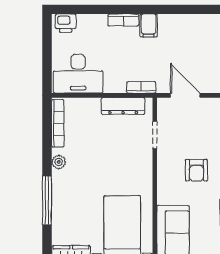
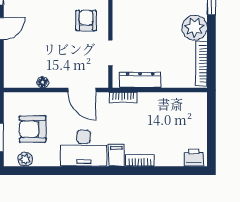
desk: (78, 74) -> (84, 148), moved, turned 180
plant: (59, 162) -> (195, 28), width x1.88, depth x1.88
armchair: (196, 170) -> (86, 21), moved

